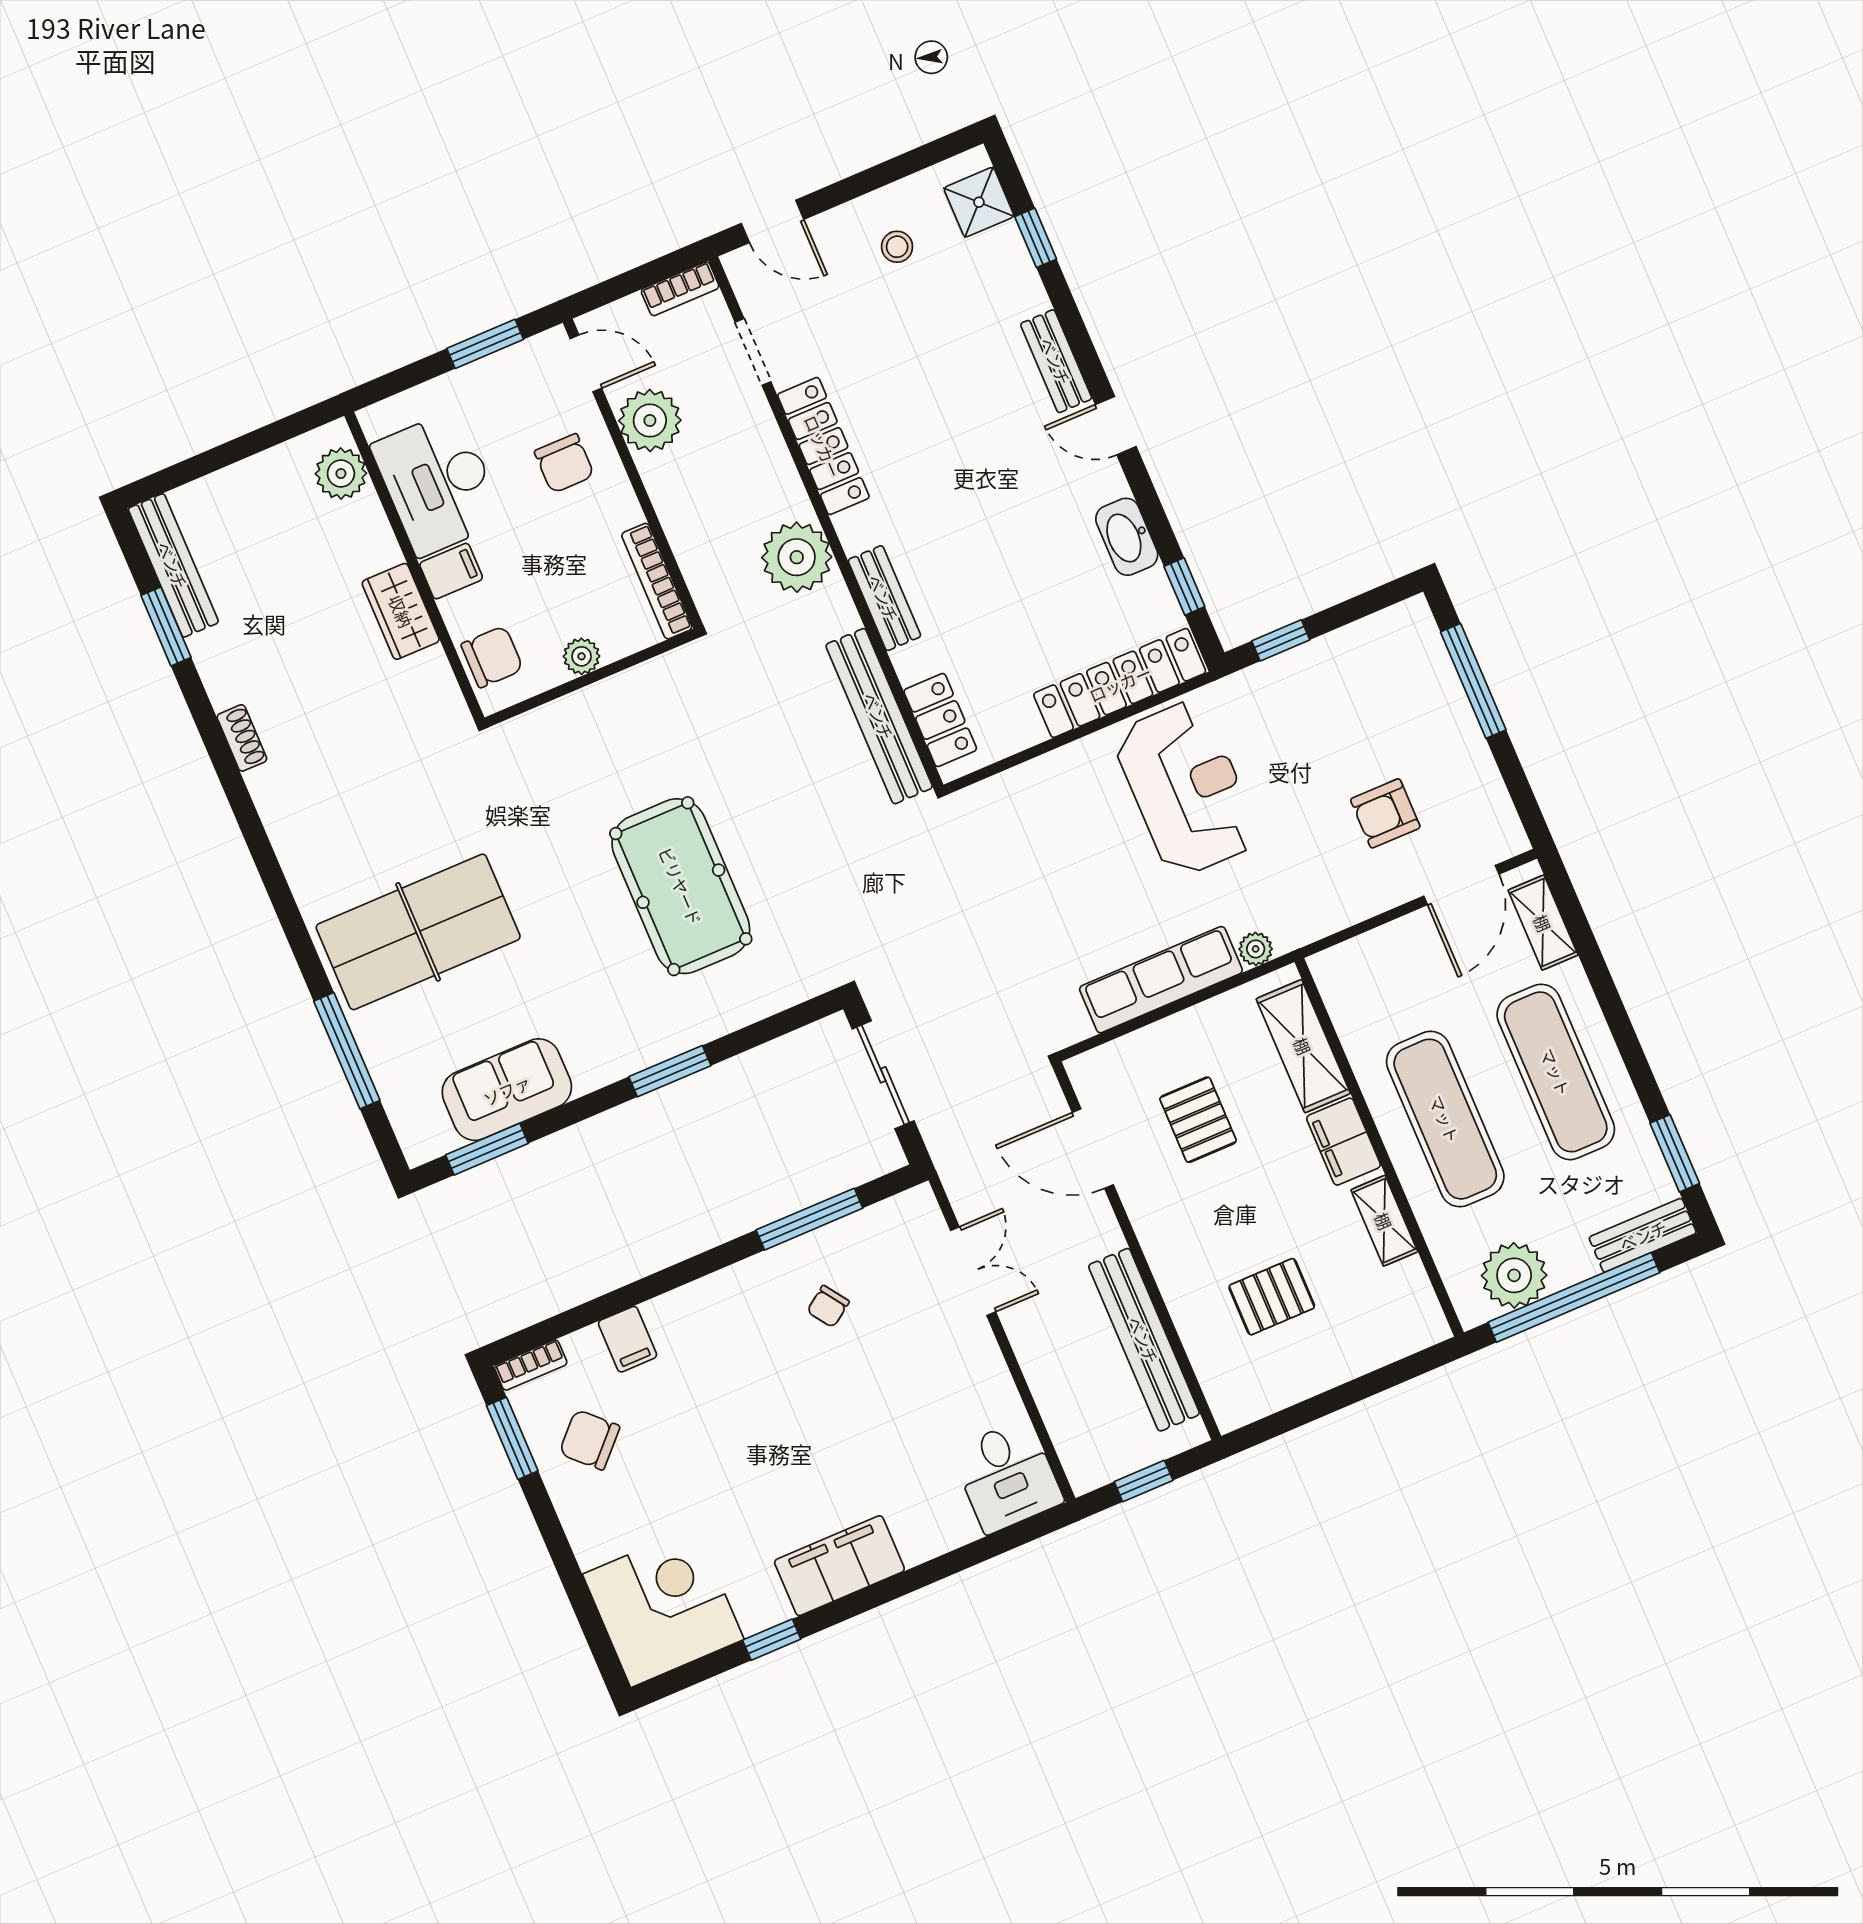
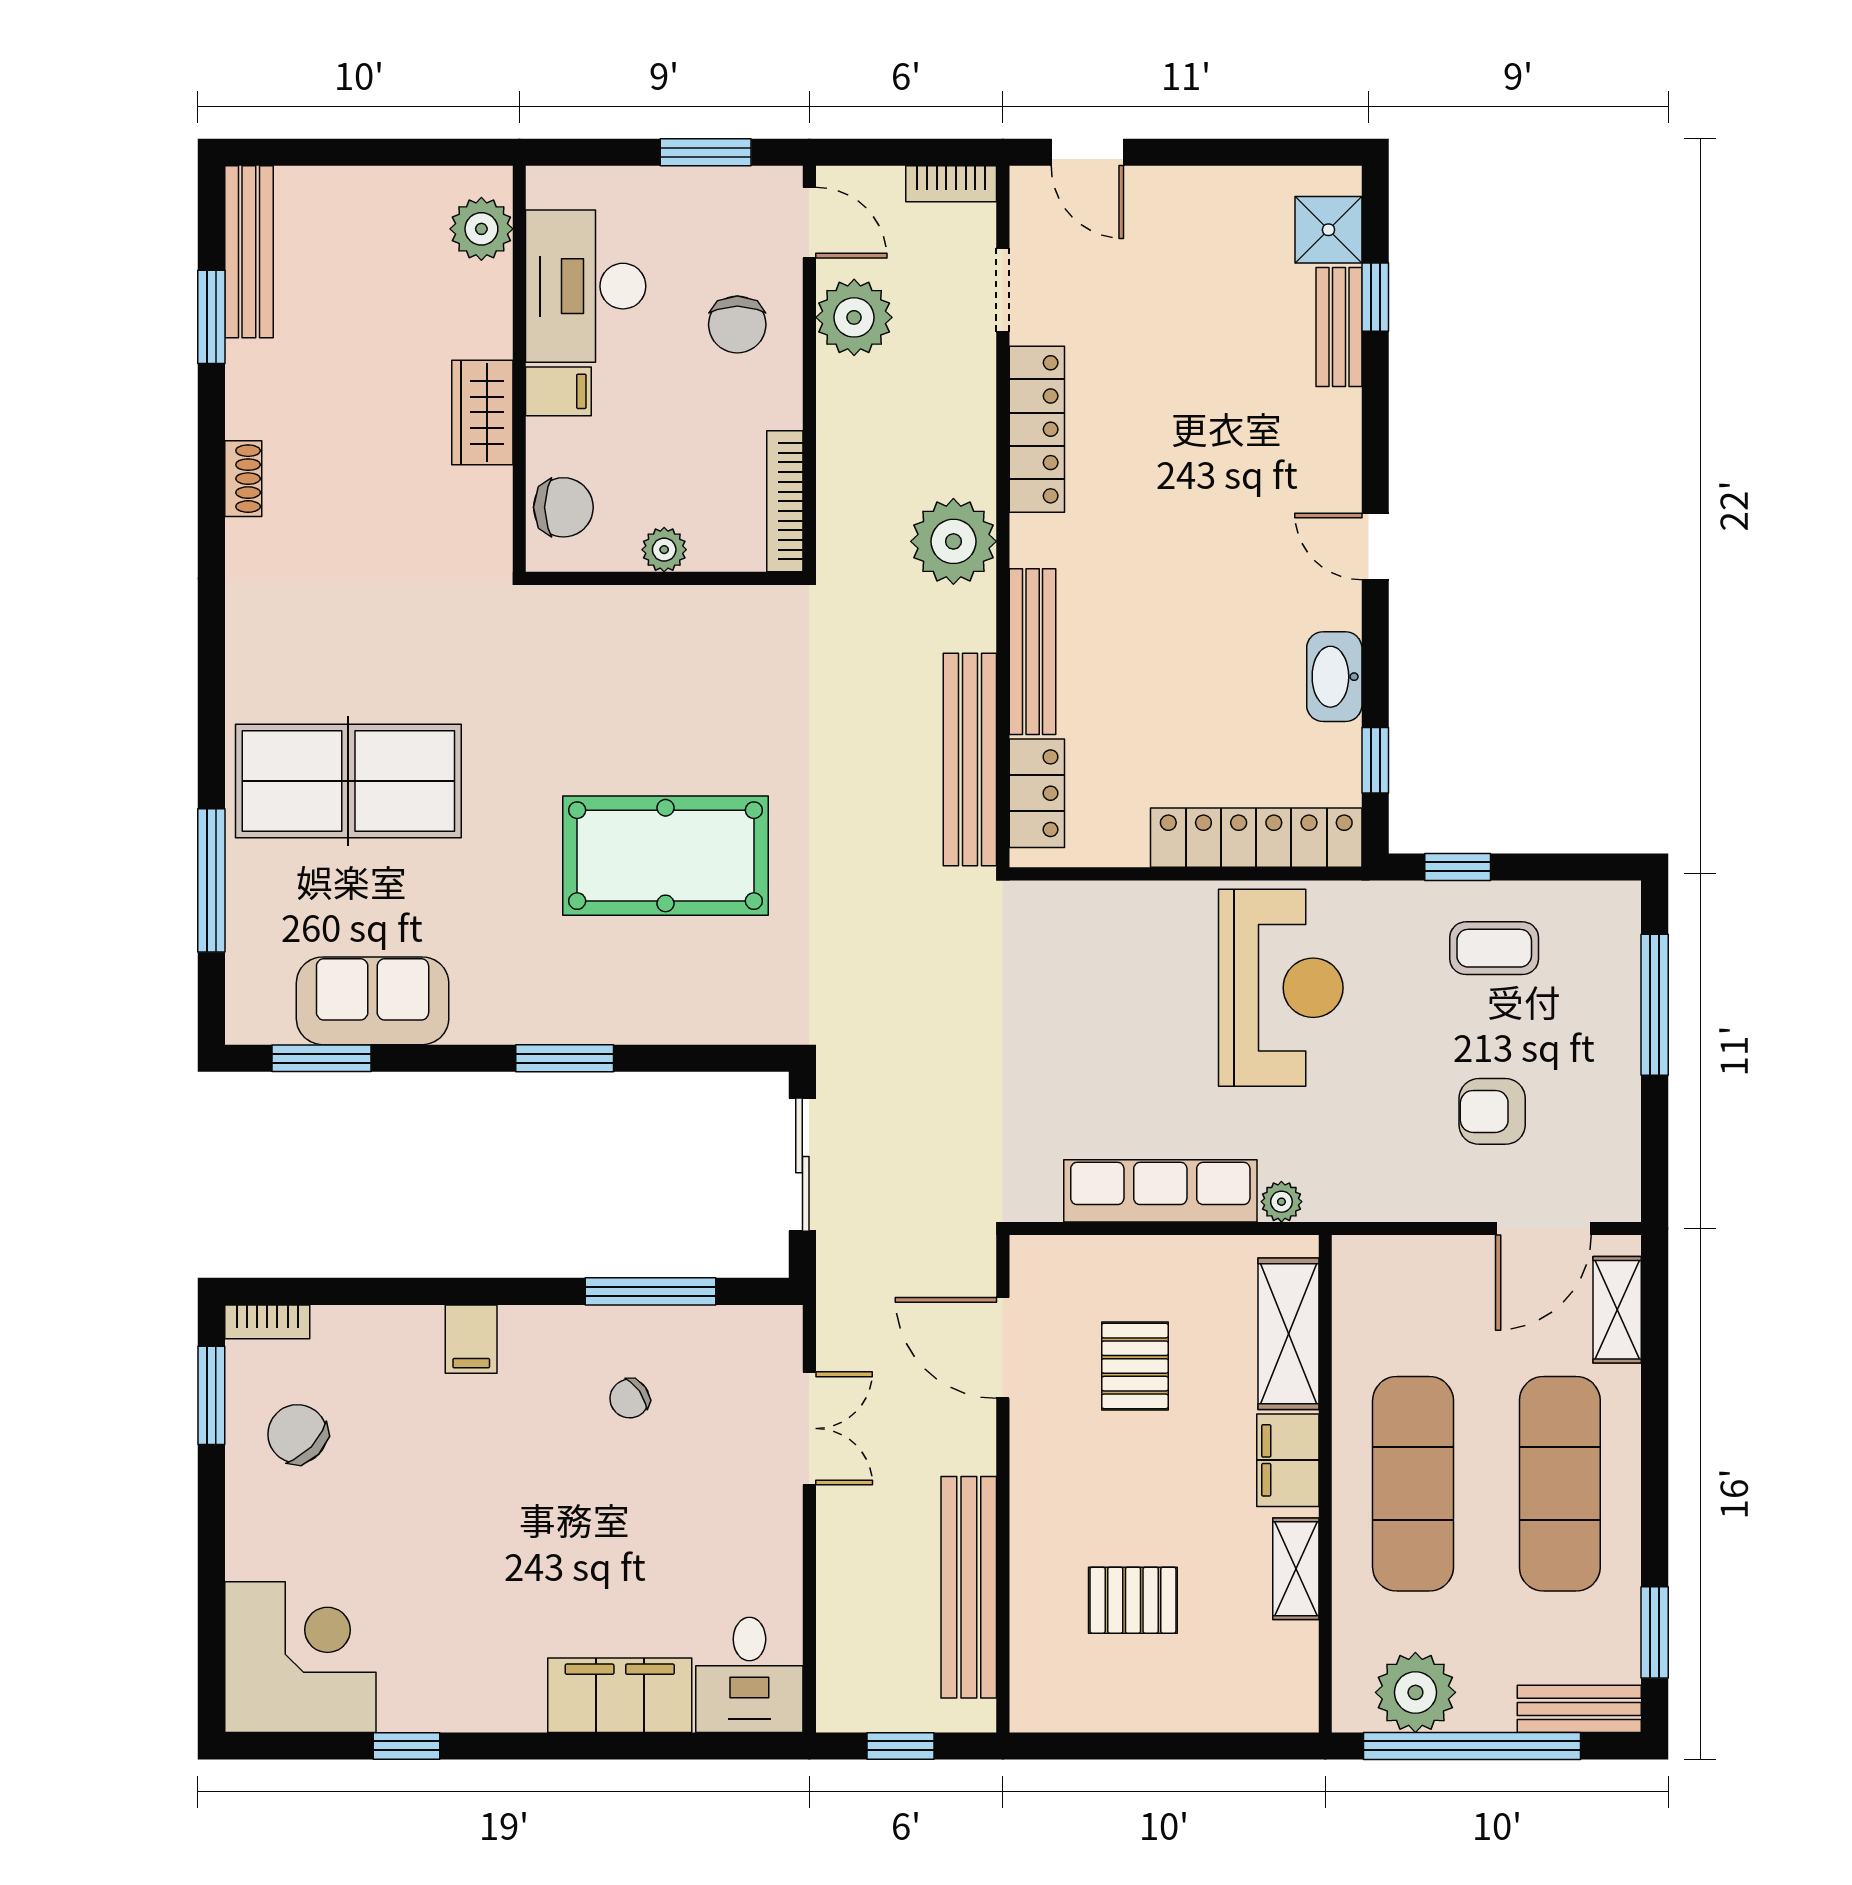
stool: (897, 247) -> (1215, 241), removed
bench: (1056, 361) -> (1339, 327), moved
bench: (884, 598) -> (1033, 652), width x1.36
coffee table: (1334, 690) -> (1494, 948), added
pool table: (681, 886) -> (666, 856), turned 90
filing cabinet: (628, 1339) -> (471, 1339), moved
filing cabinet: (839, 1566) -> (620, 1695), moved

